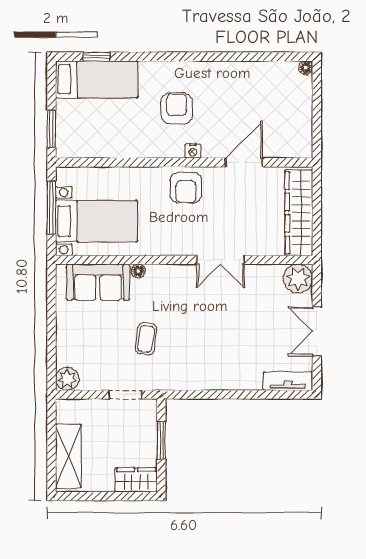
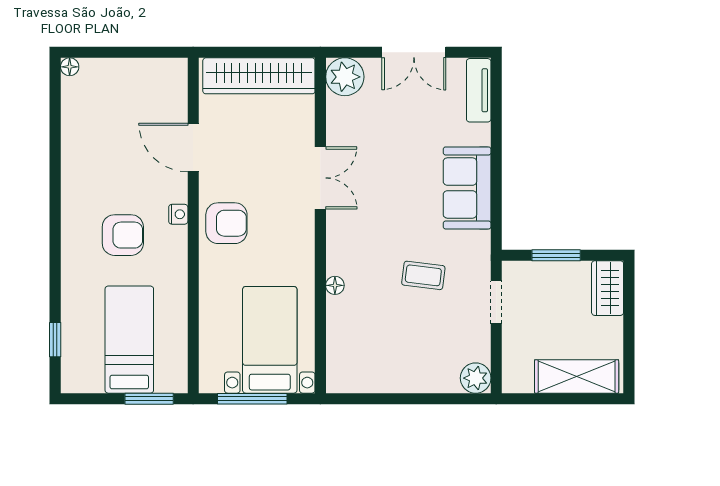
bed: (97, 79) -> (129, 340), moved
armchair: (177, 108) -> (123, 235), turned 180
sofa: (98, 282) -> (467, 188), moved, turned 180

